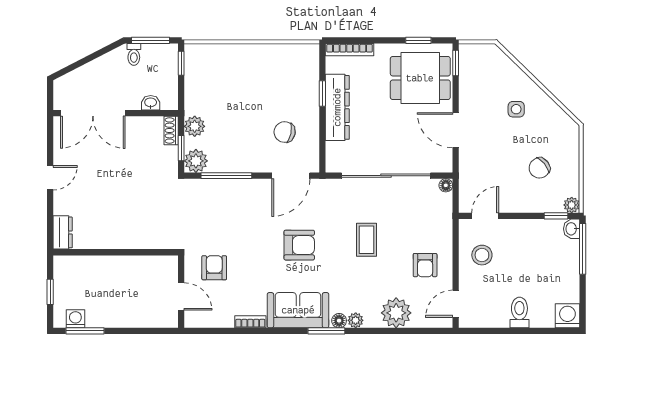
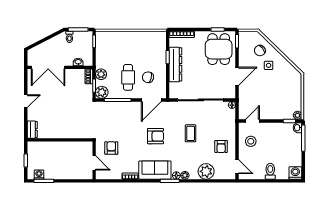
dining table: (420, 78) -> (219, 49), turned 90
door: (456, 130) -> (237, 76), swing flipped
cafe table: (246, 132) -> (128, 77), added
chair: (539, 168) -> (260, 50), moved
door: (456, 304) -> (237, 167), swing flipped

